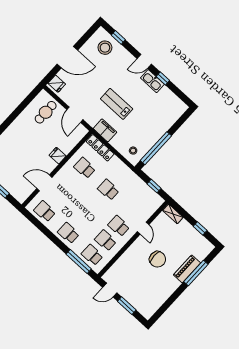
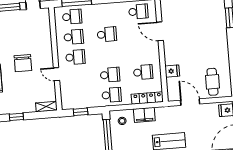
filing cabinet: (105, 130) -> (144, 115), moved
fridge: (58, 156) -> (172, 71), moved
school desk: (122, 175) -> (112, 95), added
door: (44, 183) -> (160, 31), swing flipped
school desk: (68, 233) -> (107, 34), moved
chair: (157, 259) -> (23, 63), turned -90

